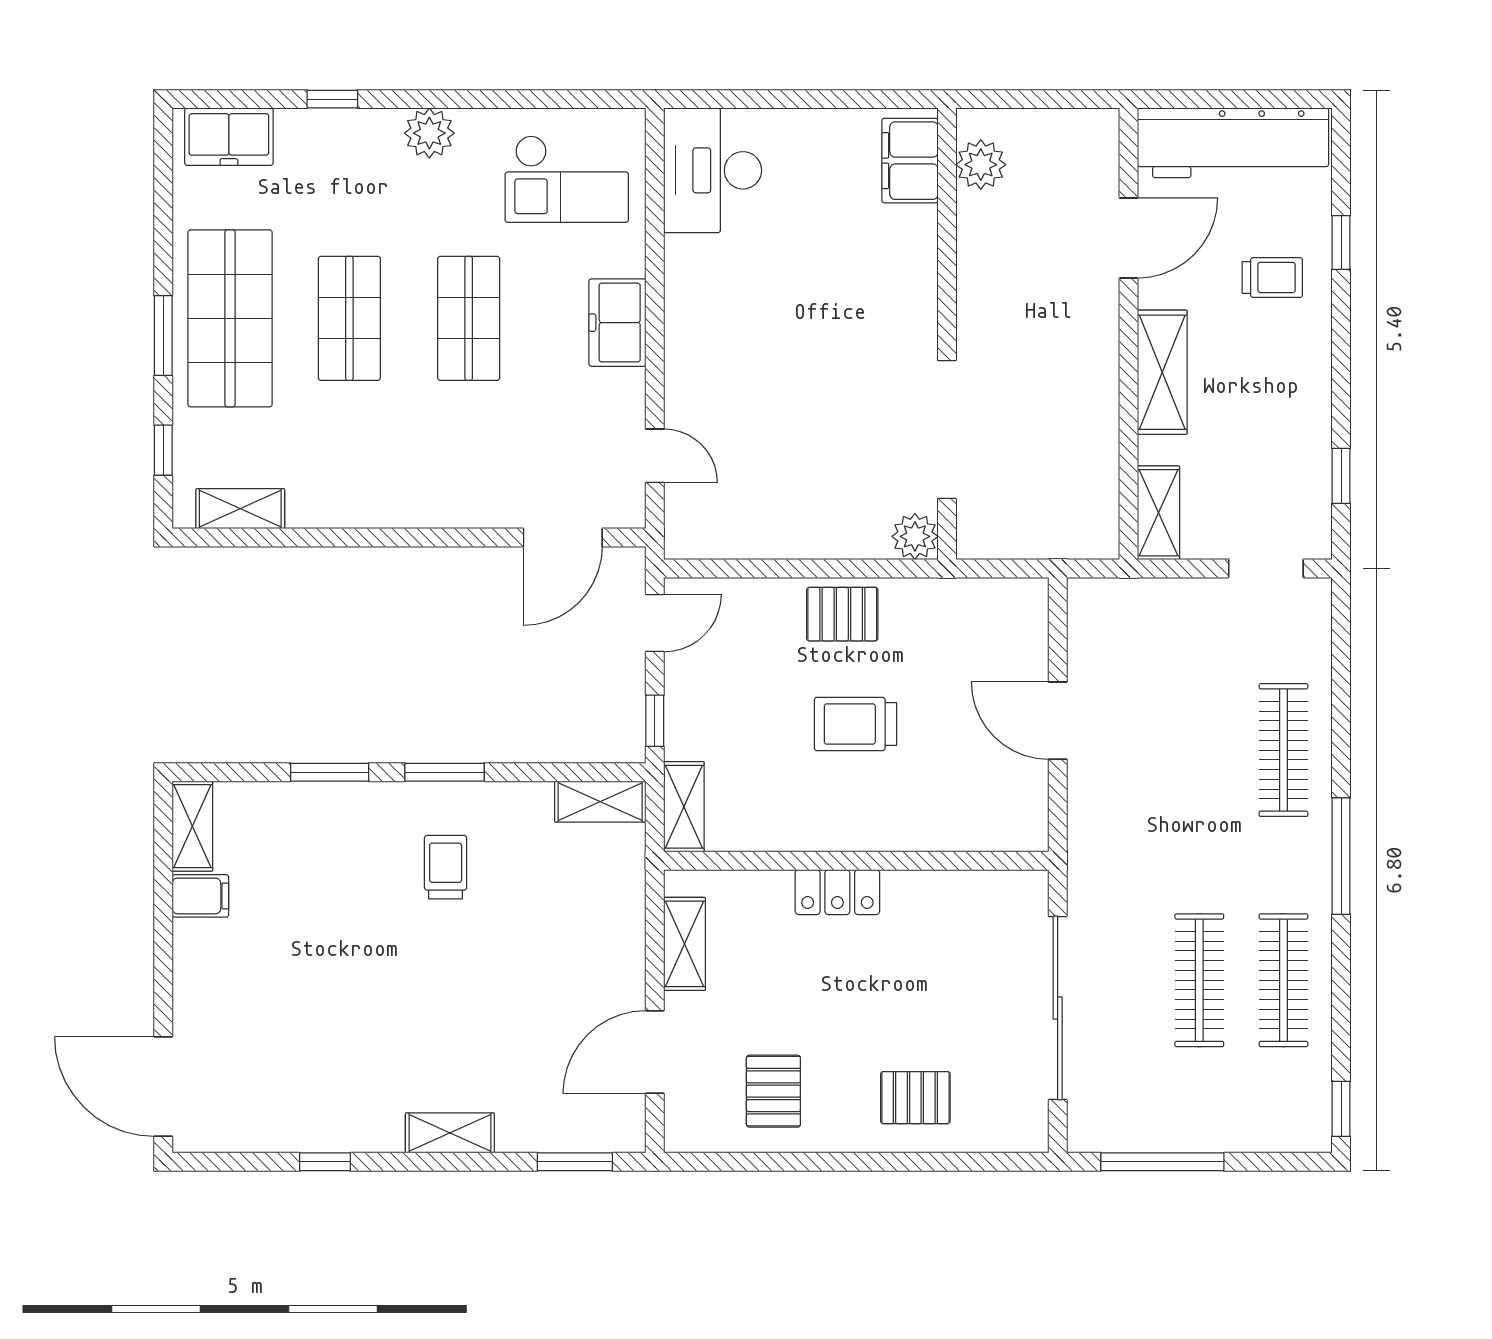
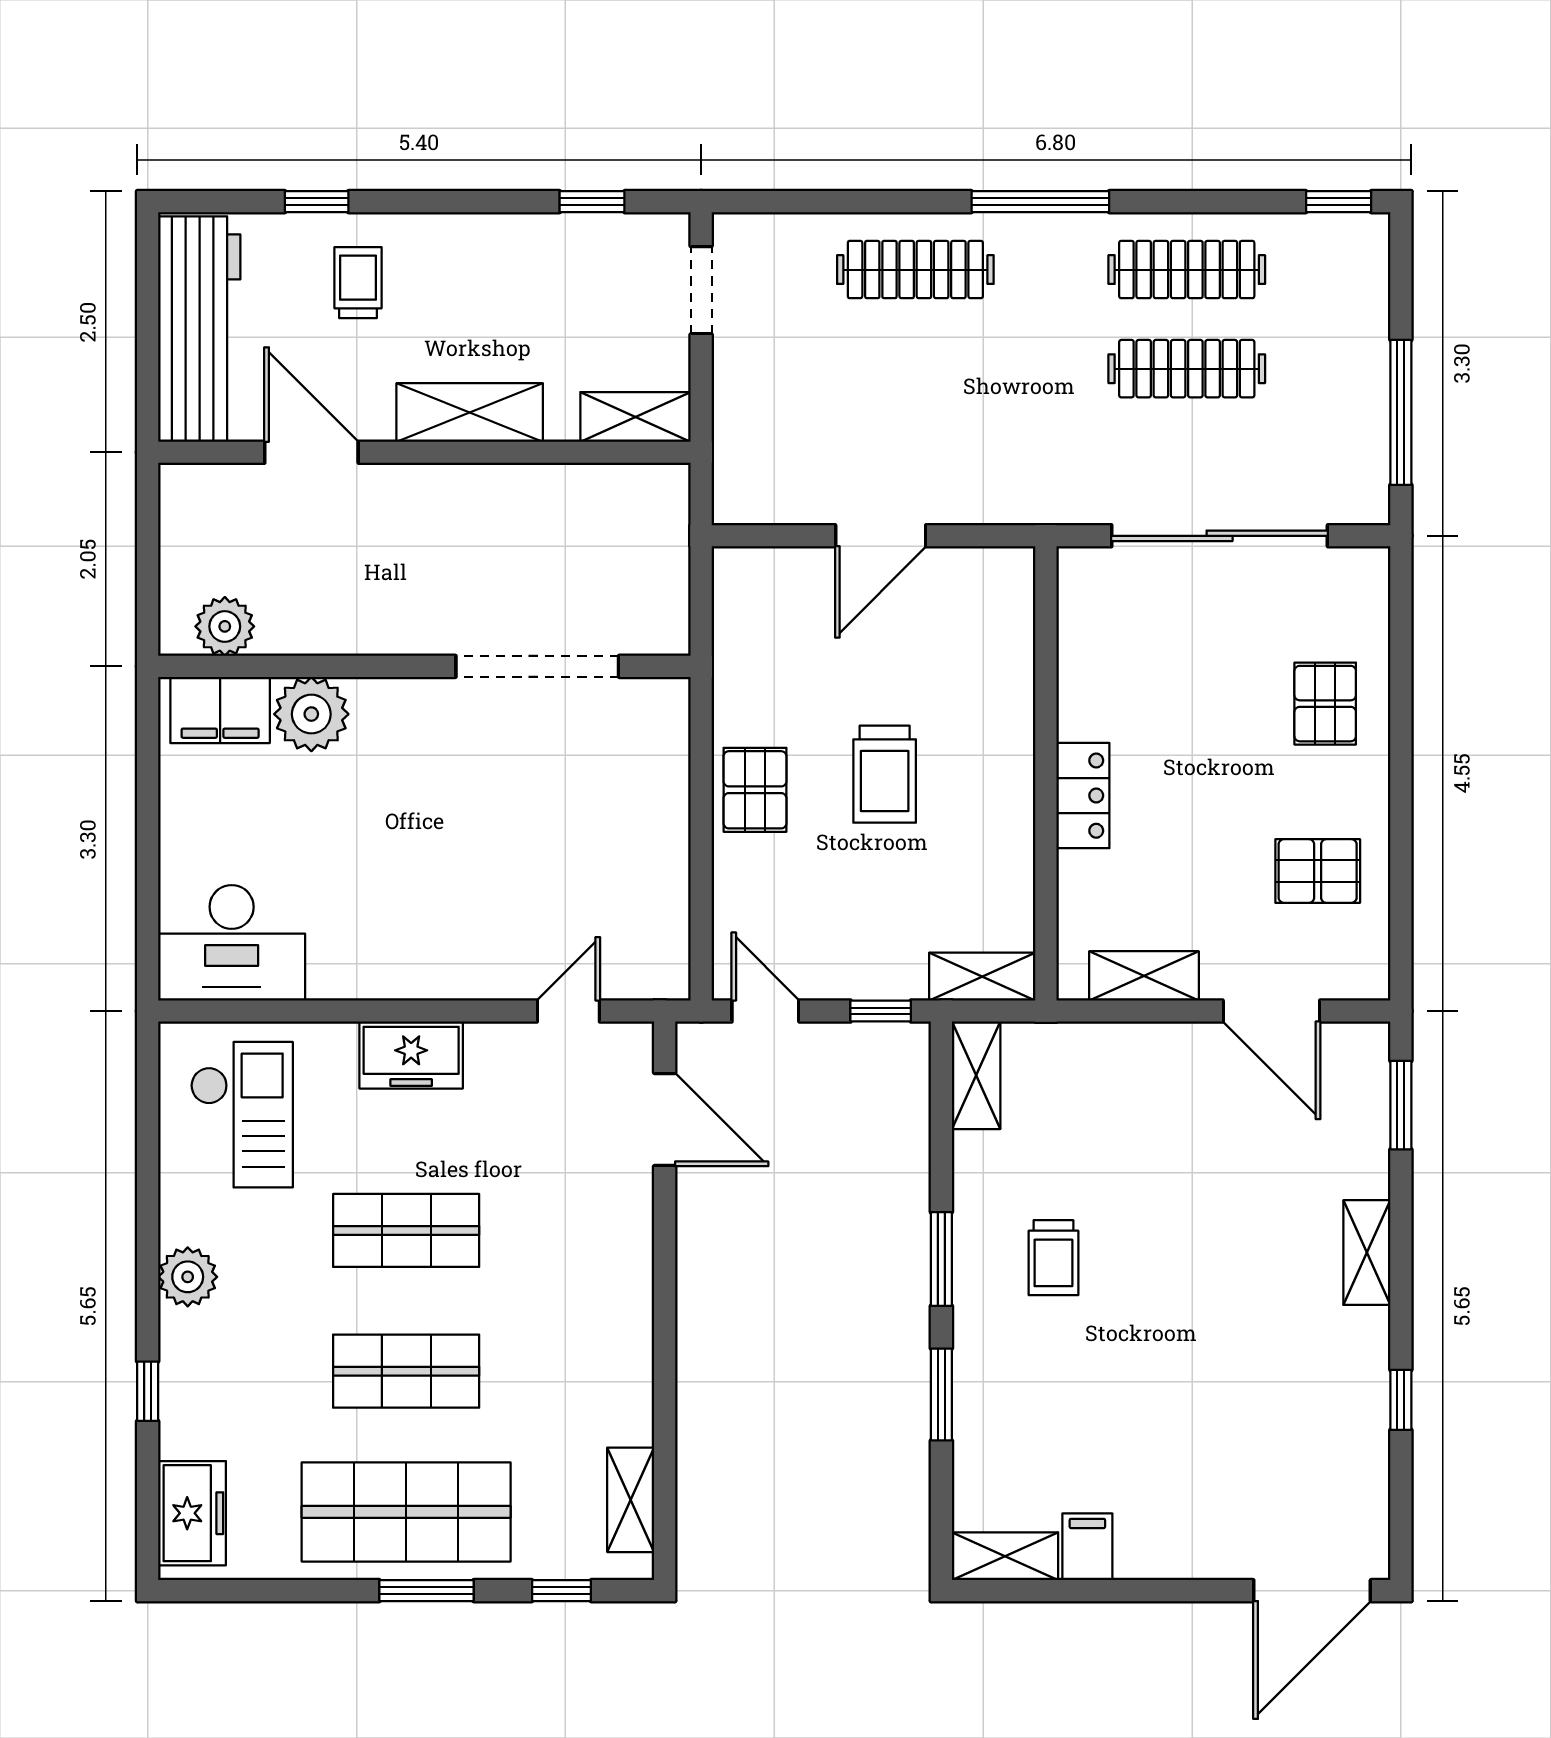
plant: (915, 536) -> (311, 714), moved, width x1.36, depth x1.36
trolley: (446, 867) -> (1053, 1258), turned -90

